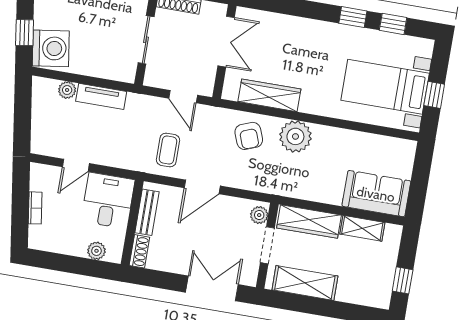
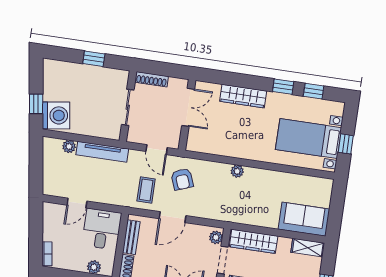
wardrobe: (269, 95) -> (243, 96), moved, turned 180
tv unit: (101, 96) -> (102, 152), width x1.41
armchair: (249, 136) -> (182, 179), moved
plant: (295, 136) -> (237, 171), width x0.53, depth x0.53
bookcase: (35, 208) -> (47, 254), moved
shelving: (362, 228) -> (308, 248), moved

